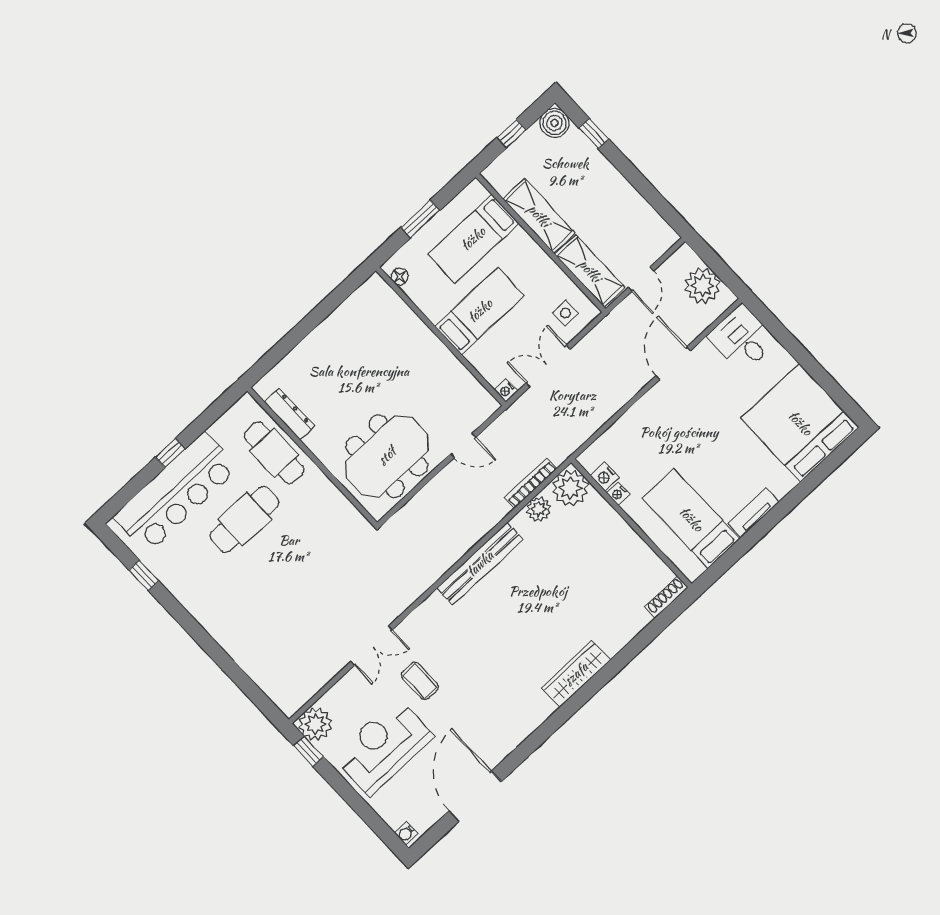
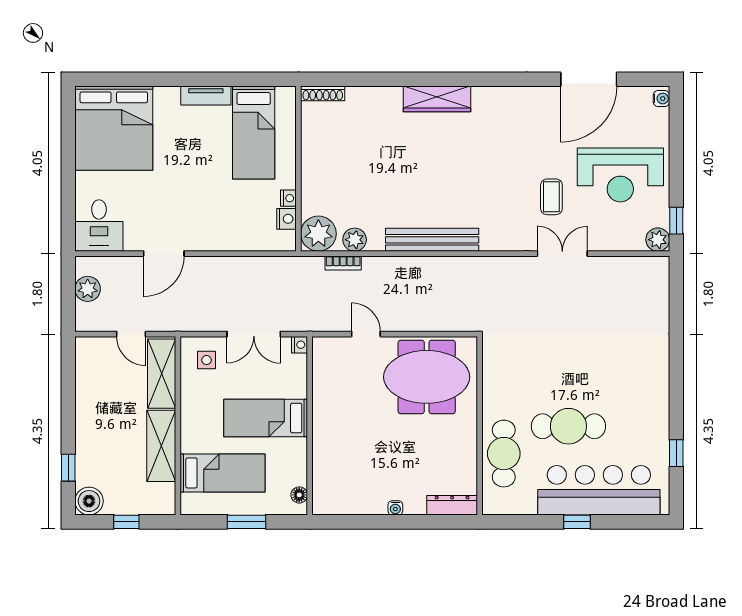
door: (641, 279) -> (131, 334), swing flipped
plant: (702, 286) -> (88, 289), width x0.73, depth x0.73
water cooler: (318, 335) -> (395, 508), added
dresser: (289, 414) -> (452, 505), moved, turned 90
bookcase: (531, 483) -> (343, 263), width x0.64
plant: (315, 724) -> (658, 240), width x0.73, depth x0.73

